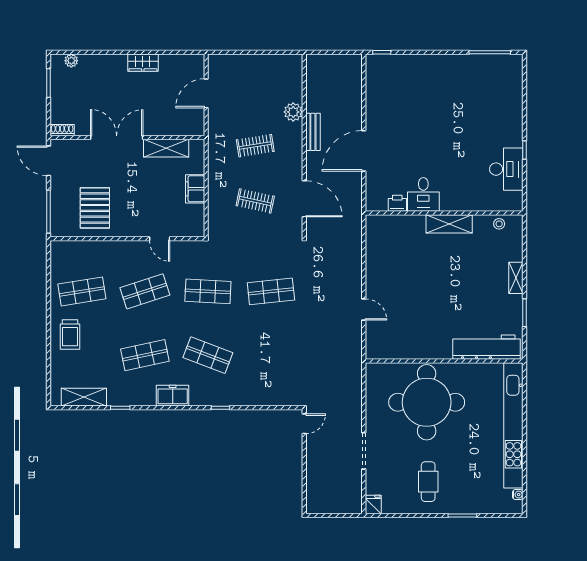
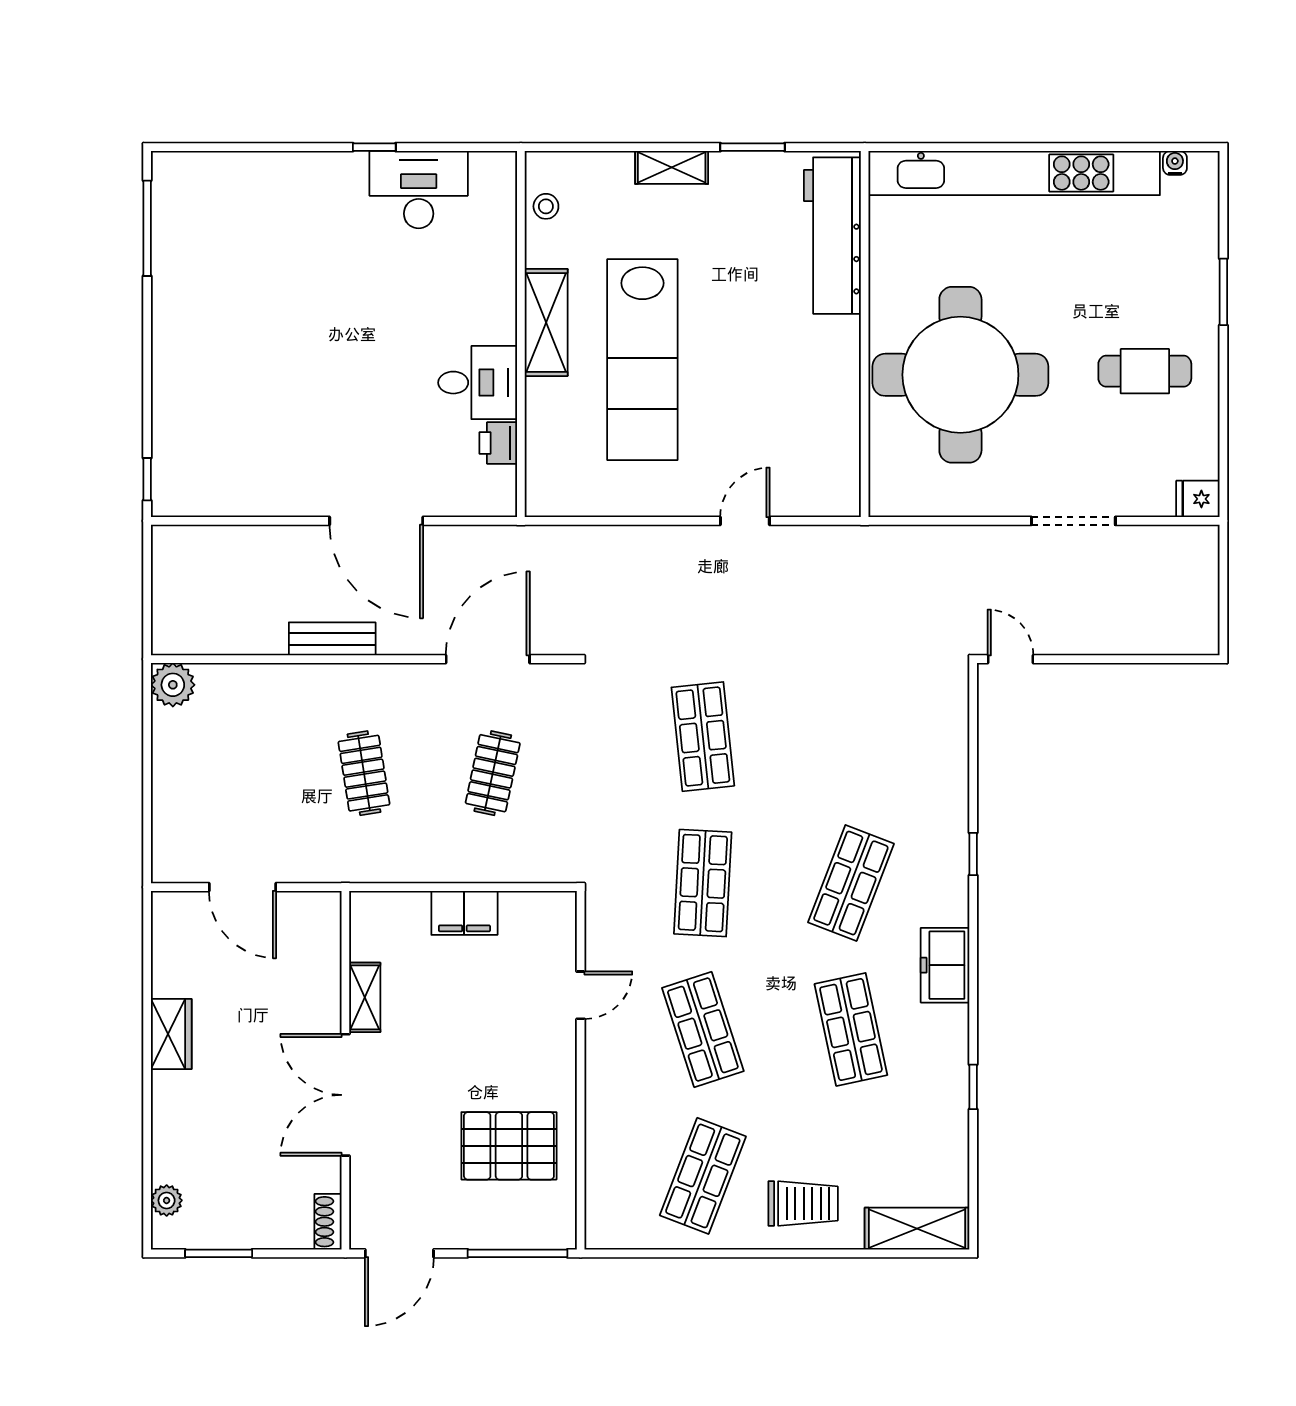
plant: (293, 112) -> (173, 685), moved
shelving: (166, 148) -> (365, 997), width x0.67, depth x0.75
lab bench: (433, 265) -> (642, 360), added
shop shelf: (82, 291) -> (703, 1176), turned 30
shelving: (84, 397) -> (917, 1229), moved, turned 90

